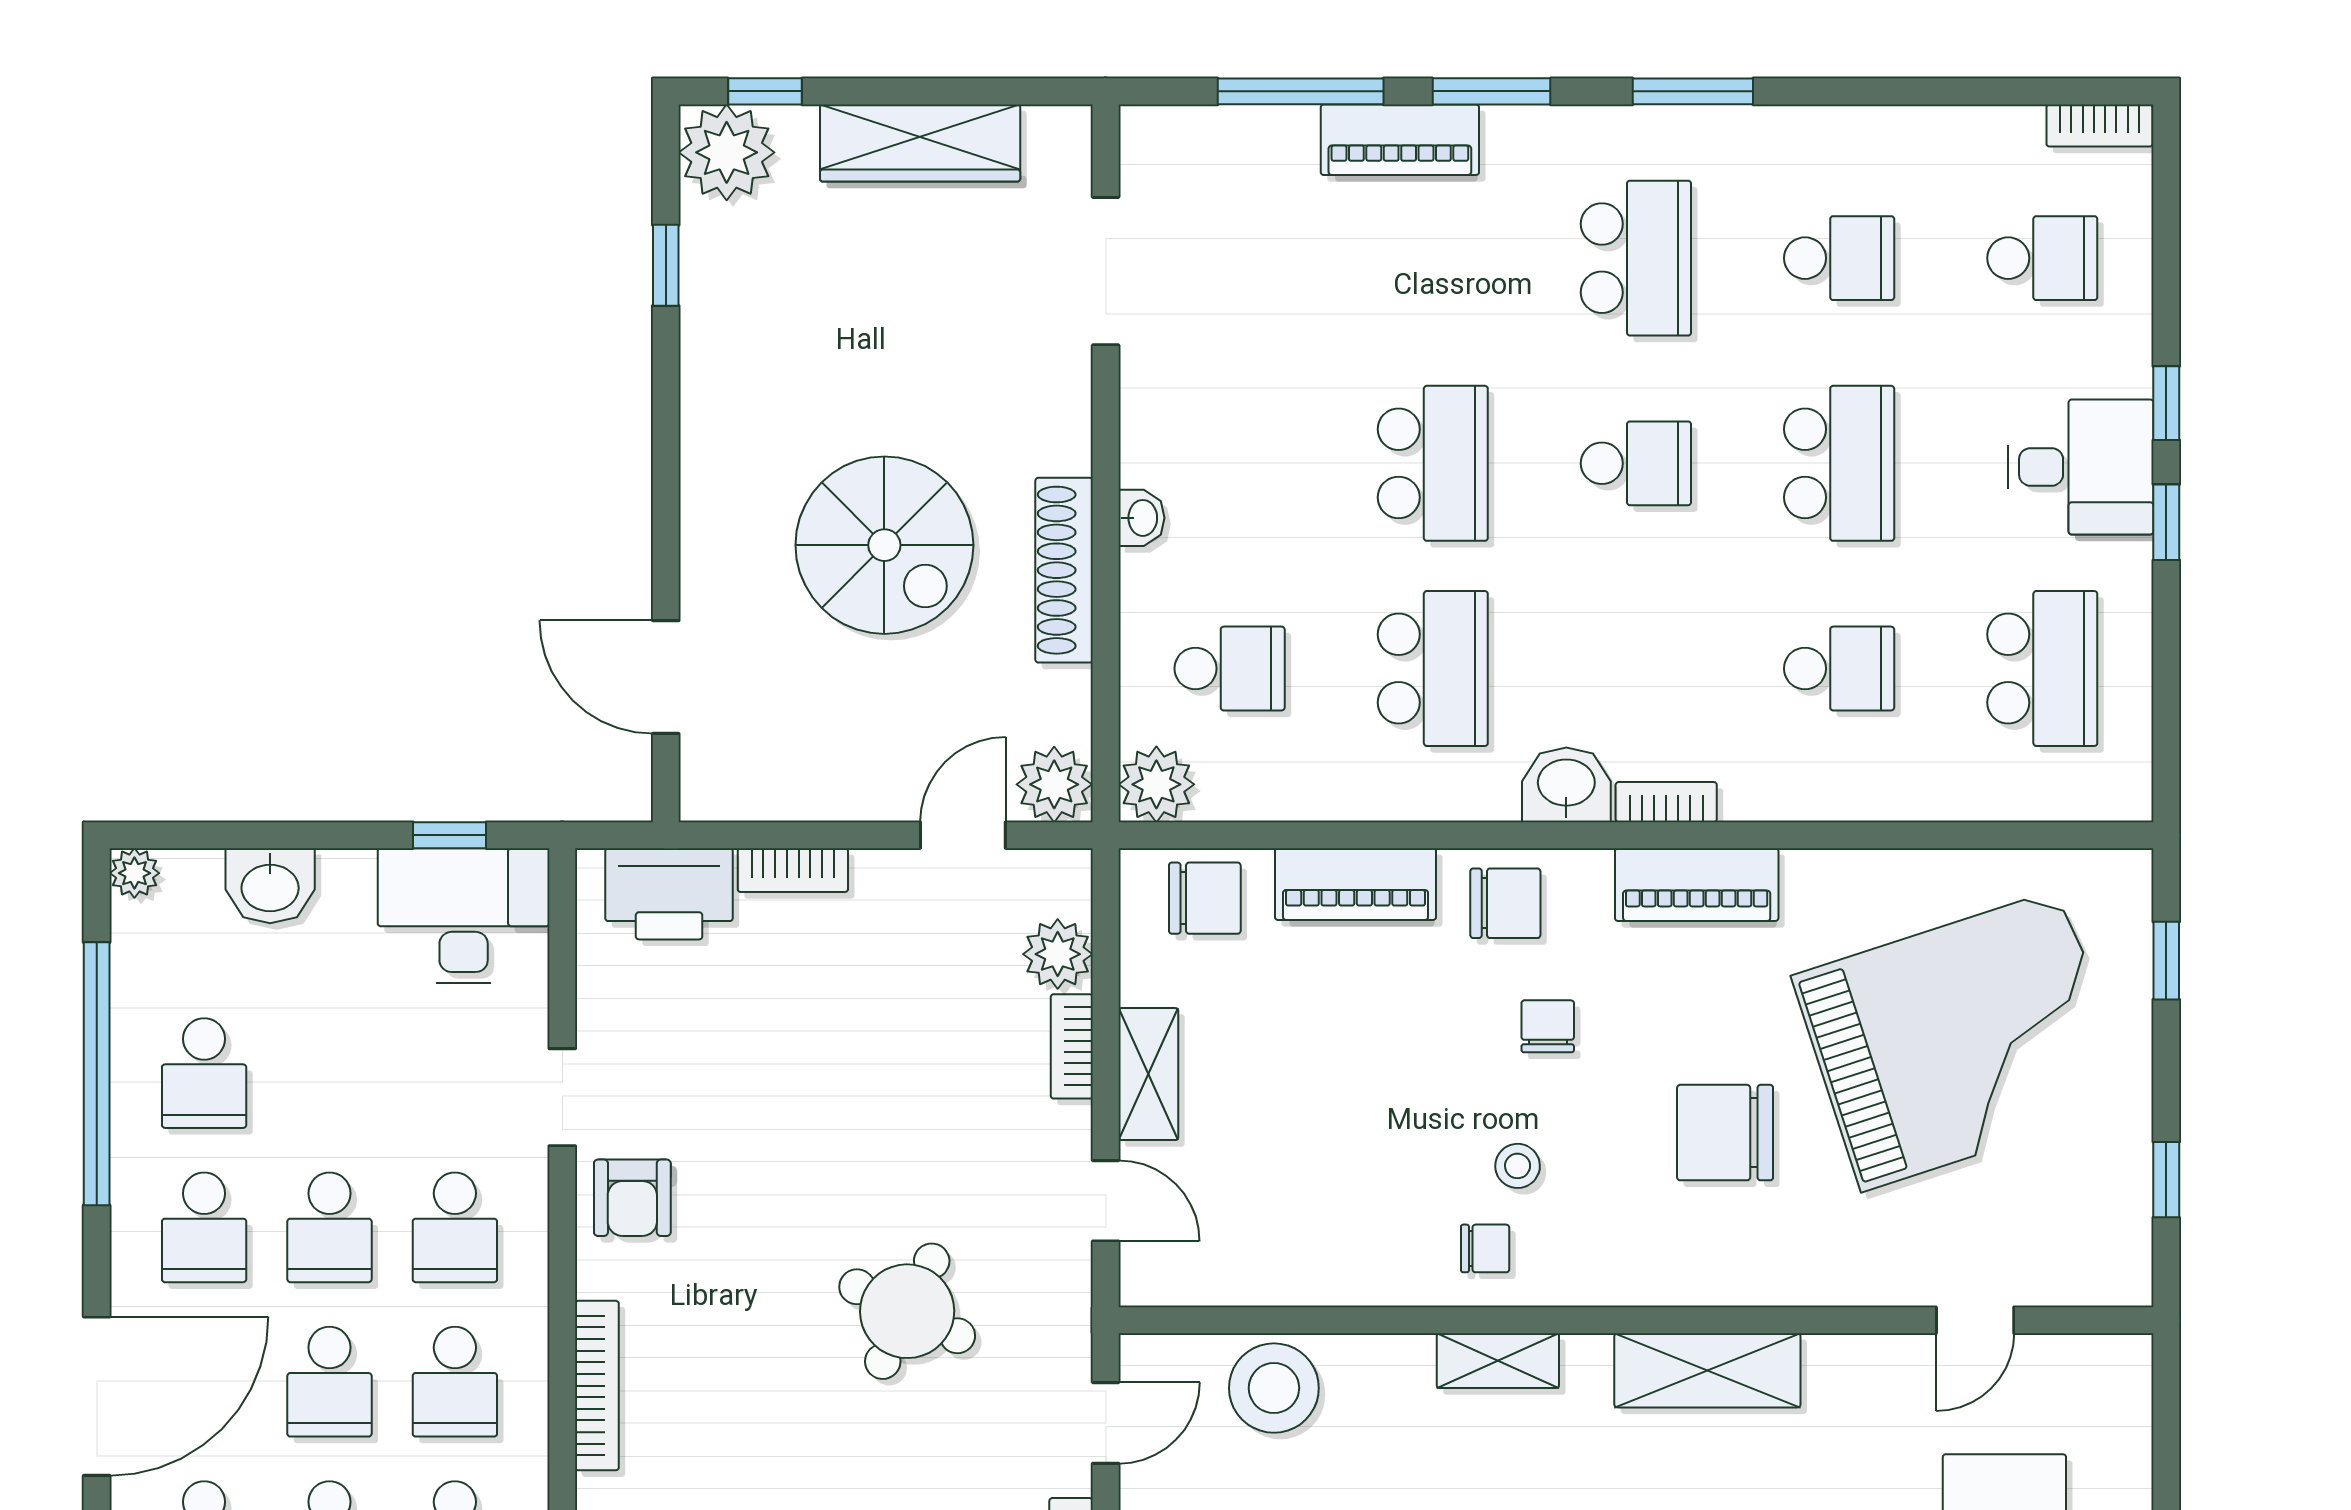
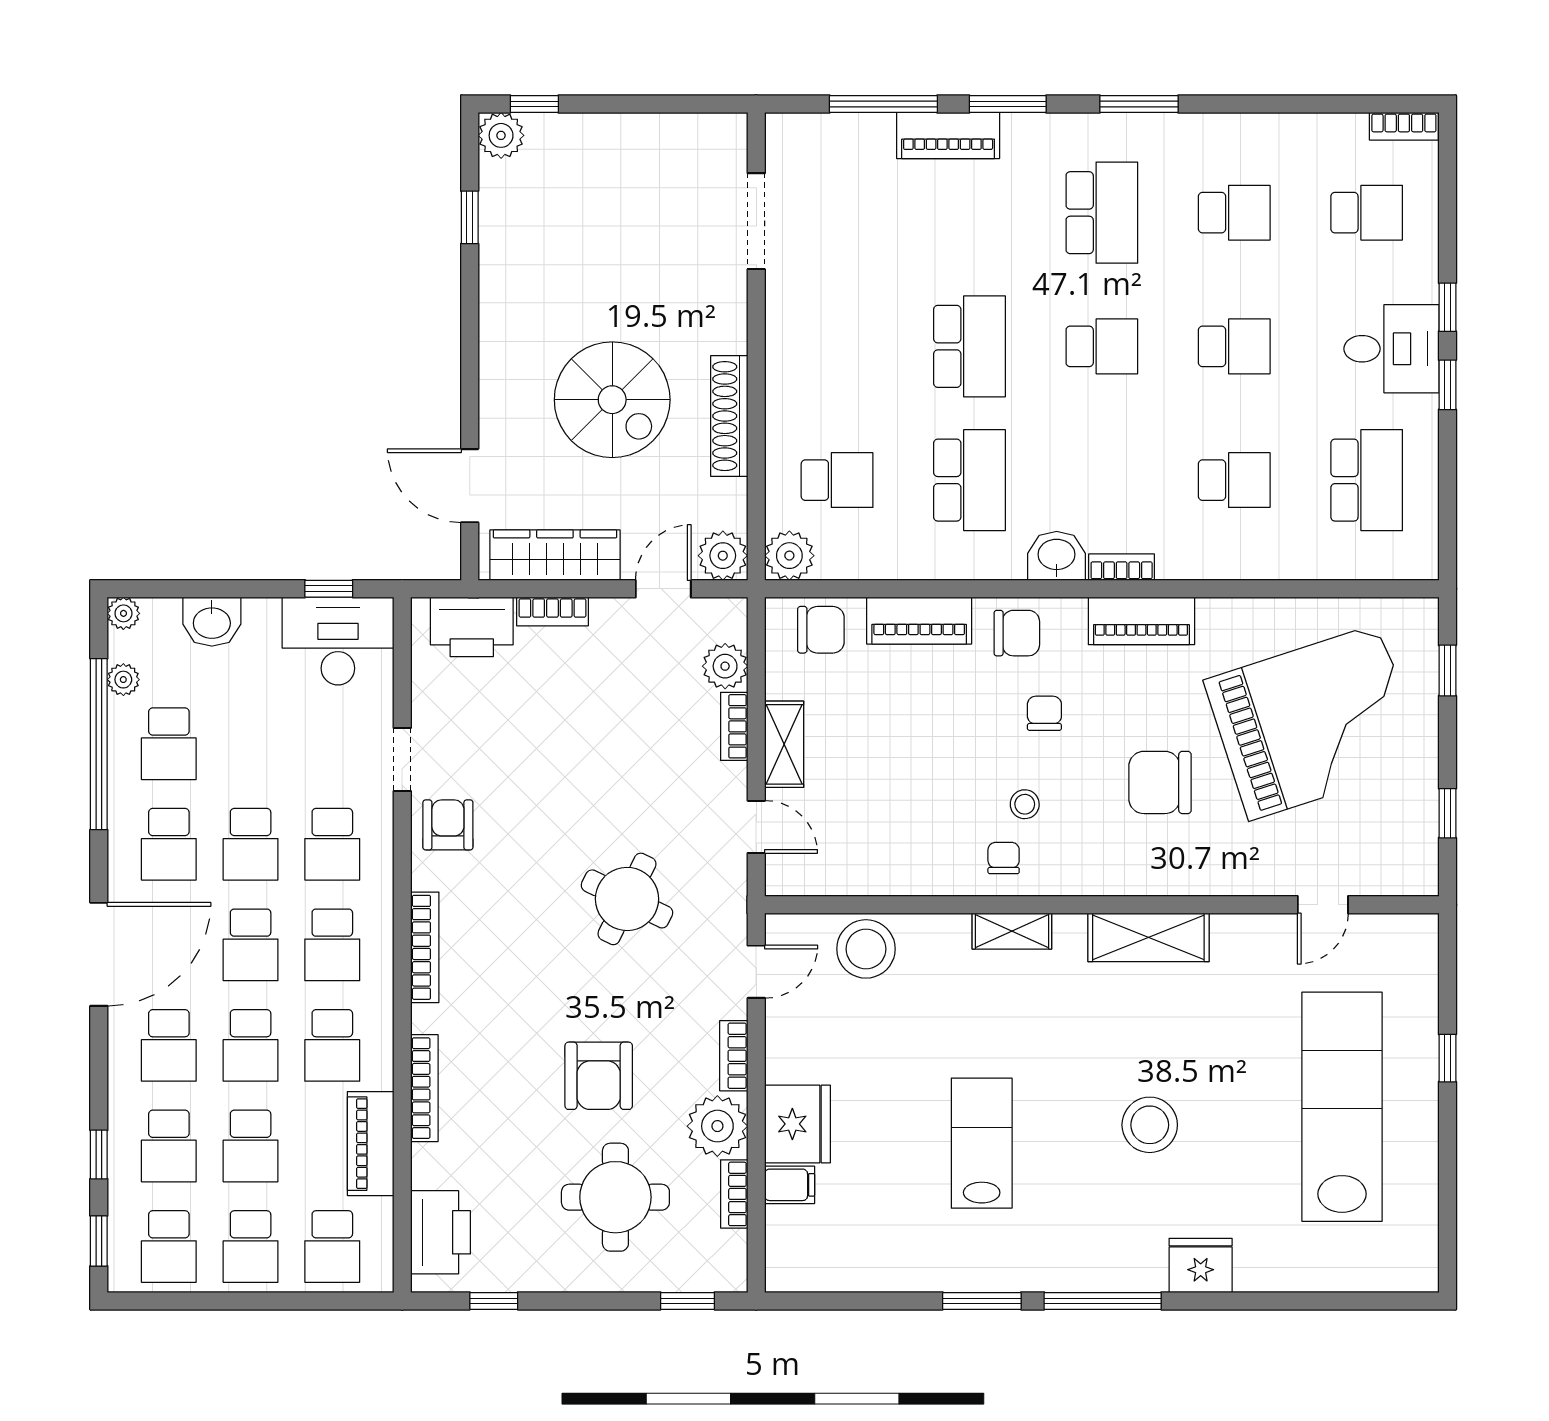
wardrobe: (920, 143) -> (555, 555), moved, turned 180
plant: (727, 152) -> (501, 135), width x0.73, depth x0.73
school desk: (1839, 463) -> (1234, 346), width x0.54
washbasin: (1141, 518) -> (780, 382), removed
plant: (134, 975) -> (123, 680), added
armchair: (632, 1198) -> (448, 825), turned 180
chair: (1485, 1248) -> (1004, 858), turned -90

